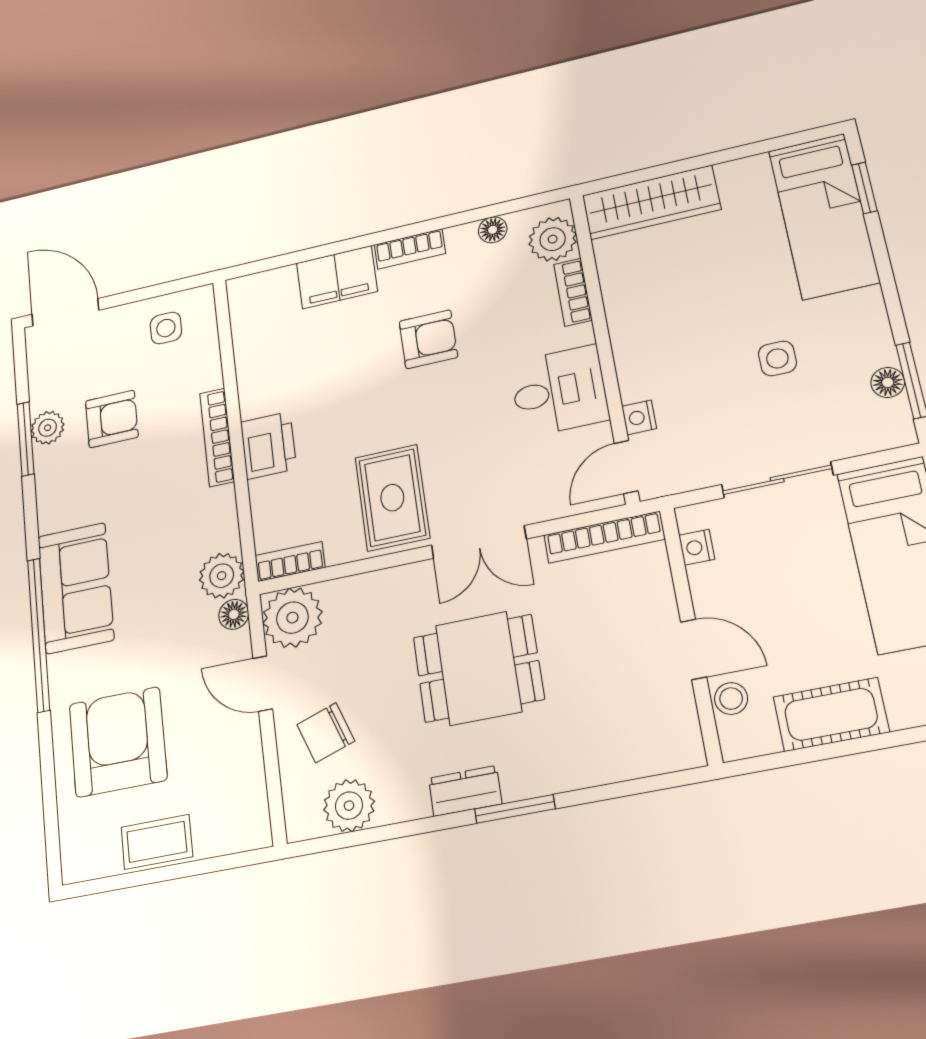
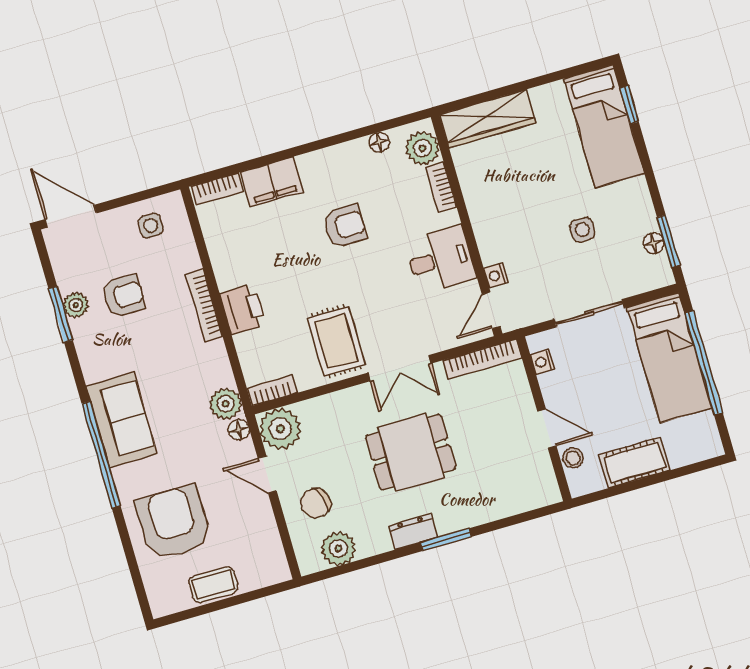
bookcase: (410, 249) -> (217, 189), moved

